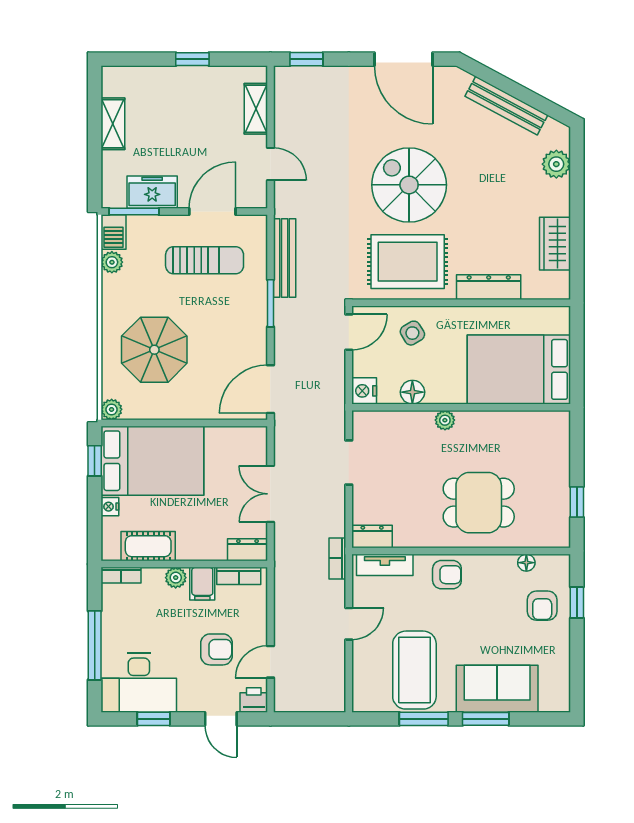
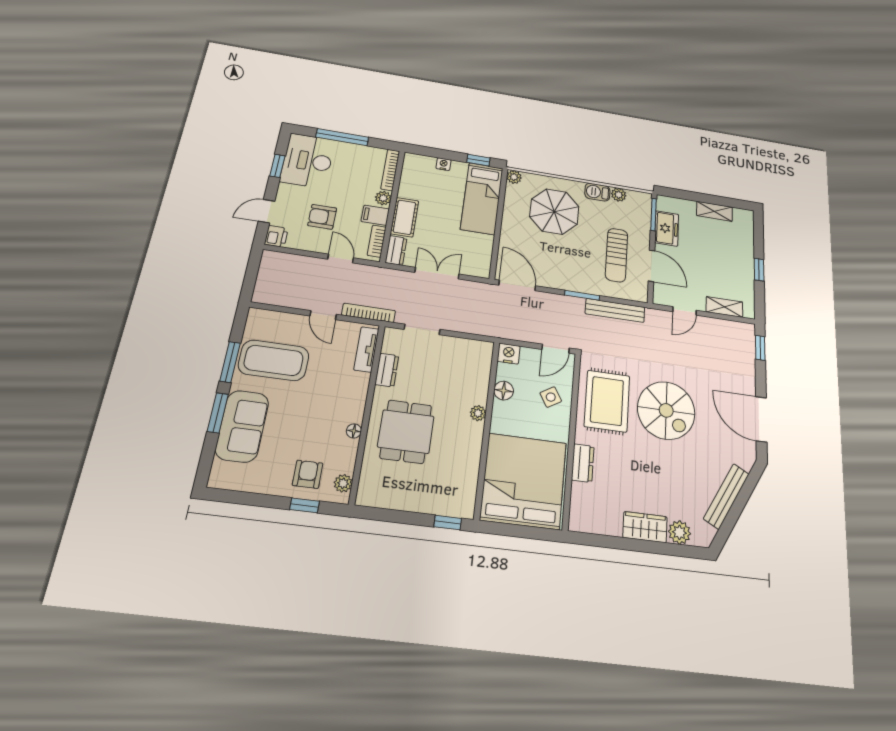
door: (403, 59) -> (761, 419), hinge flipped
spiral stairs: (409, 185) -> (666, 410), turned 90
barbecue: (113, 232) -> (597, 192), moved
wardrobe: (555, 244) -> (645, 527), moved
dresser: (489, 287) -> (583, 463), width x0.70
door: (349, 332) -> (556, 349), hinge flipped
bed: (519, 369) -> (524, 481), width x1.36
bed: (152, 461) -> (482, 198), width x0.67
doorway: (349, 462) -> (422, 329), moved
window: (577, 502) -> (448, 523), moved
dresser: (372, 537) -> (387, 370), moved
cot: (148, 546) -> (404, 217), moved
bookcase: (337, 558) -> (369, 313), width x1.56
floor lamp: (526, 563) -> (354, 431), moved
plant: (547, 564) -> (343, 483), added
bookcase: (121, 575) -> (390, 170), width x1.56
armchair: (447, 575) -> (349, 398), removed
armchair: (542, 606) -> (308, 474), turned 90
armchair: (217, 649) -> (322, 217), turned 90
door: (270, 662) -> (341, 258), moved

